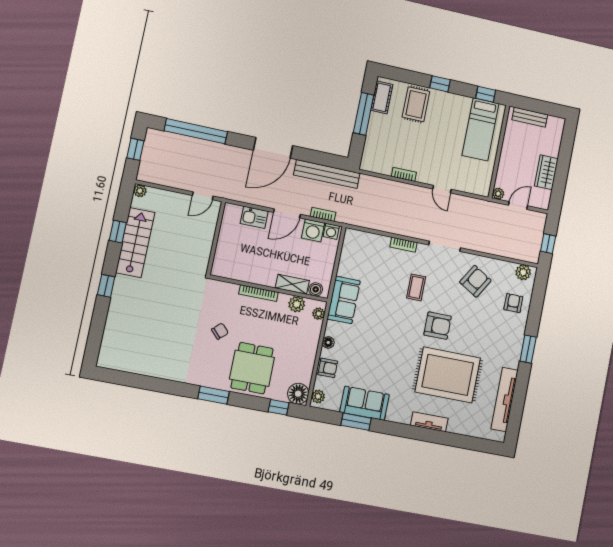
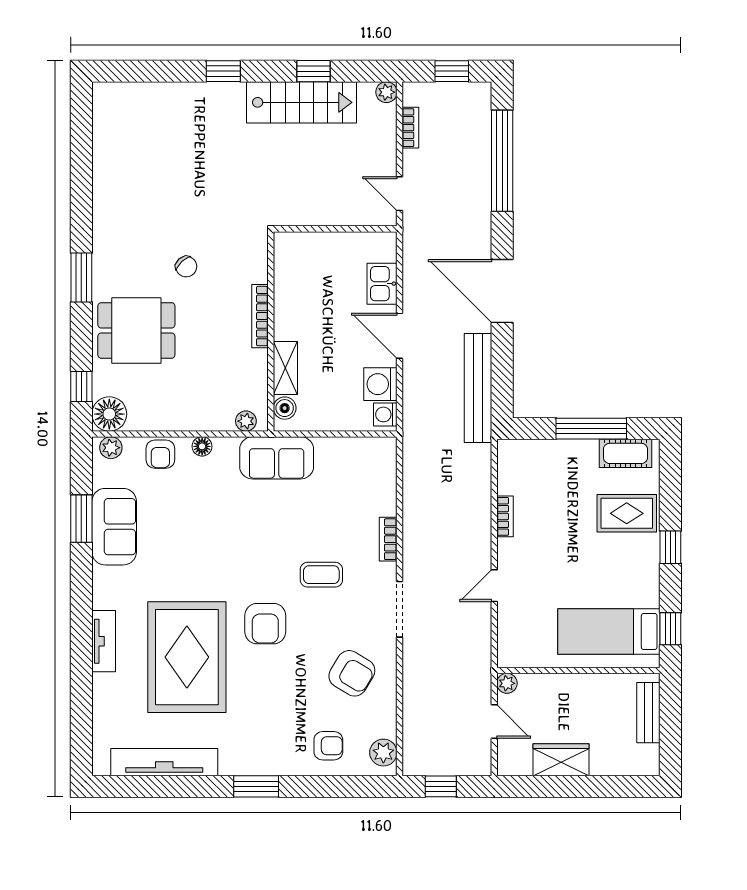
bookcase: (323, 214) -> (410, 128), moved
plant: (297, 304) -> (254, 382), removed

